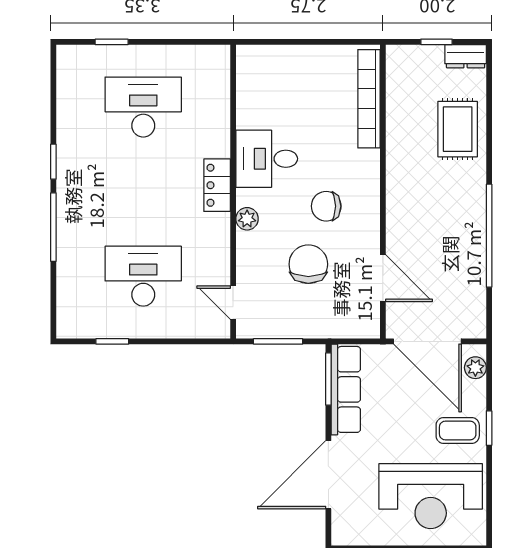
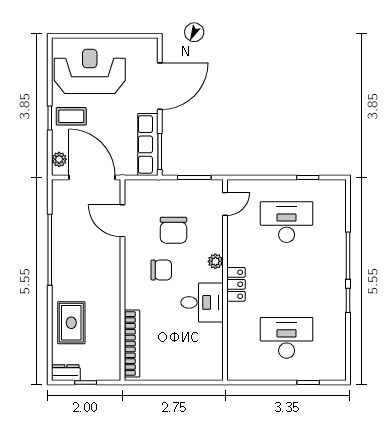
desk: (143, 107) -> (287, 338), turned 180
desk: (143, 276) -> (287, 222), turned 180
door: (233, 303) -> (225, 204), hinge flipped

